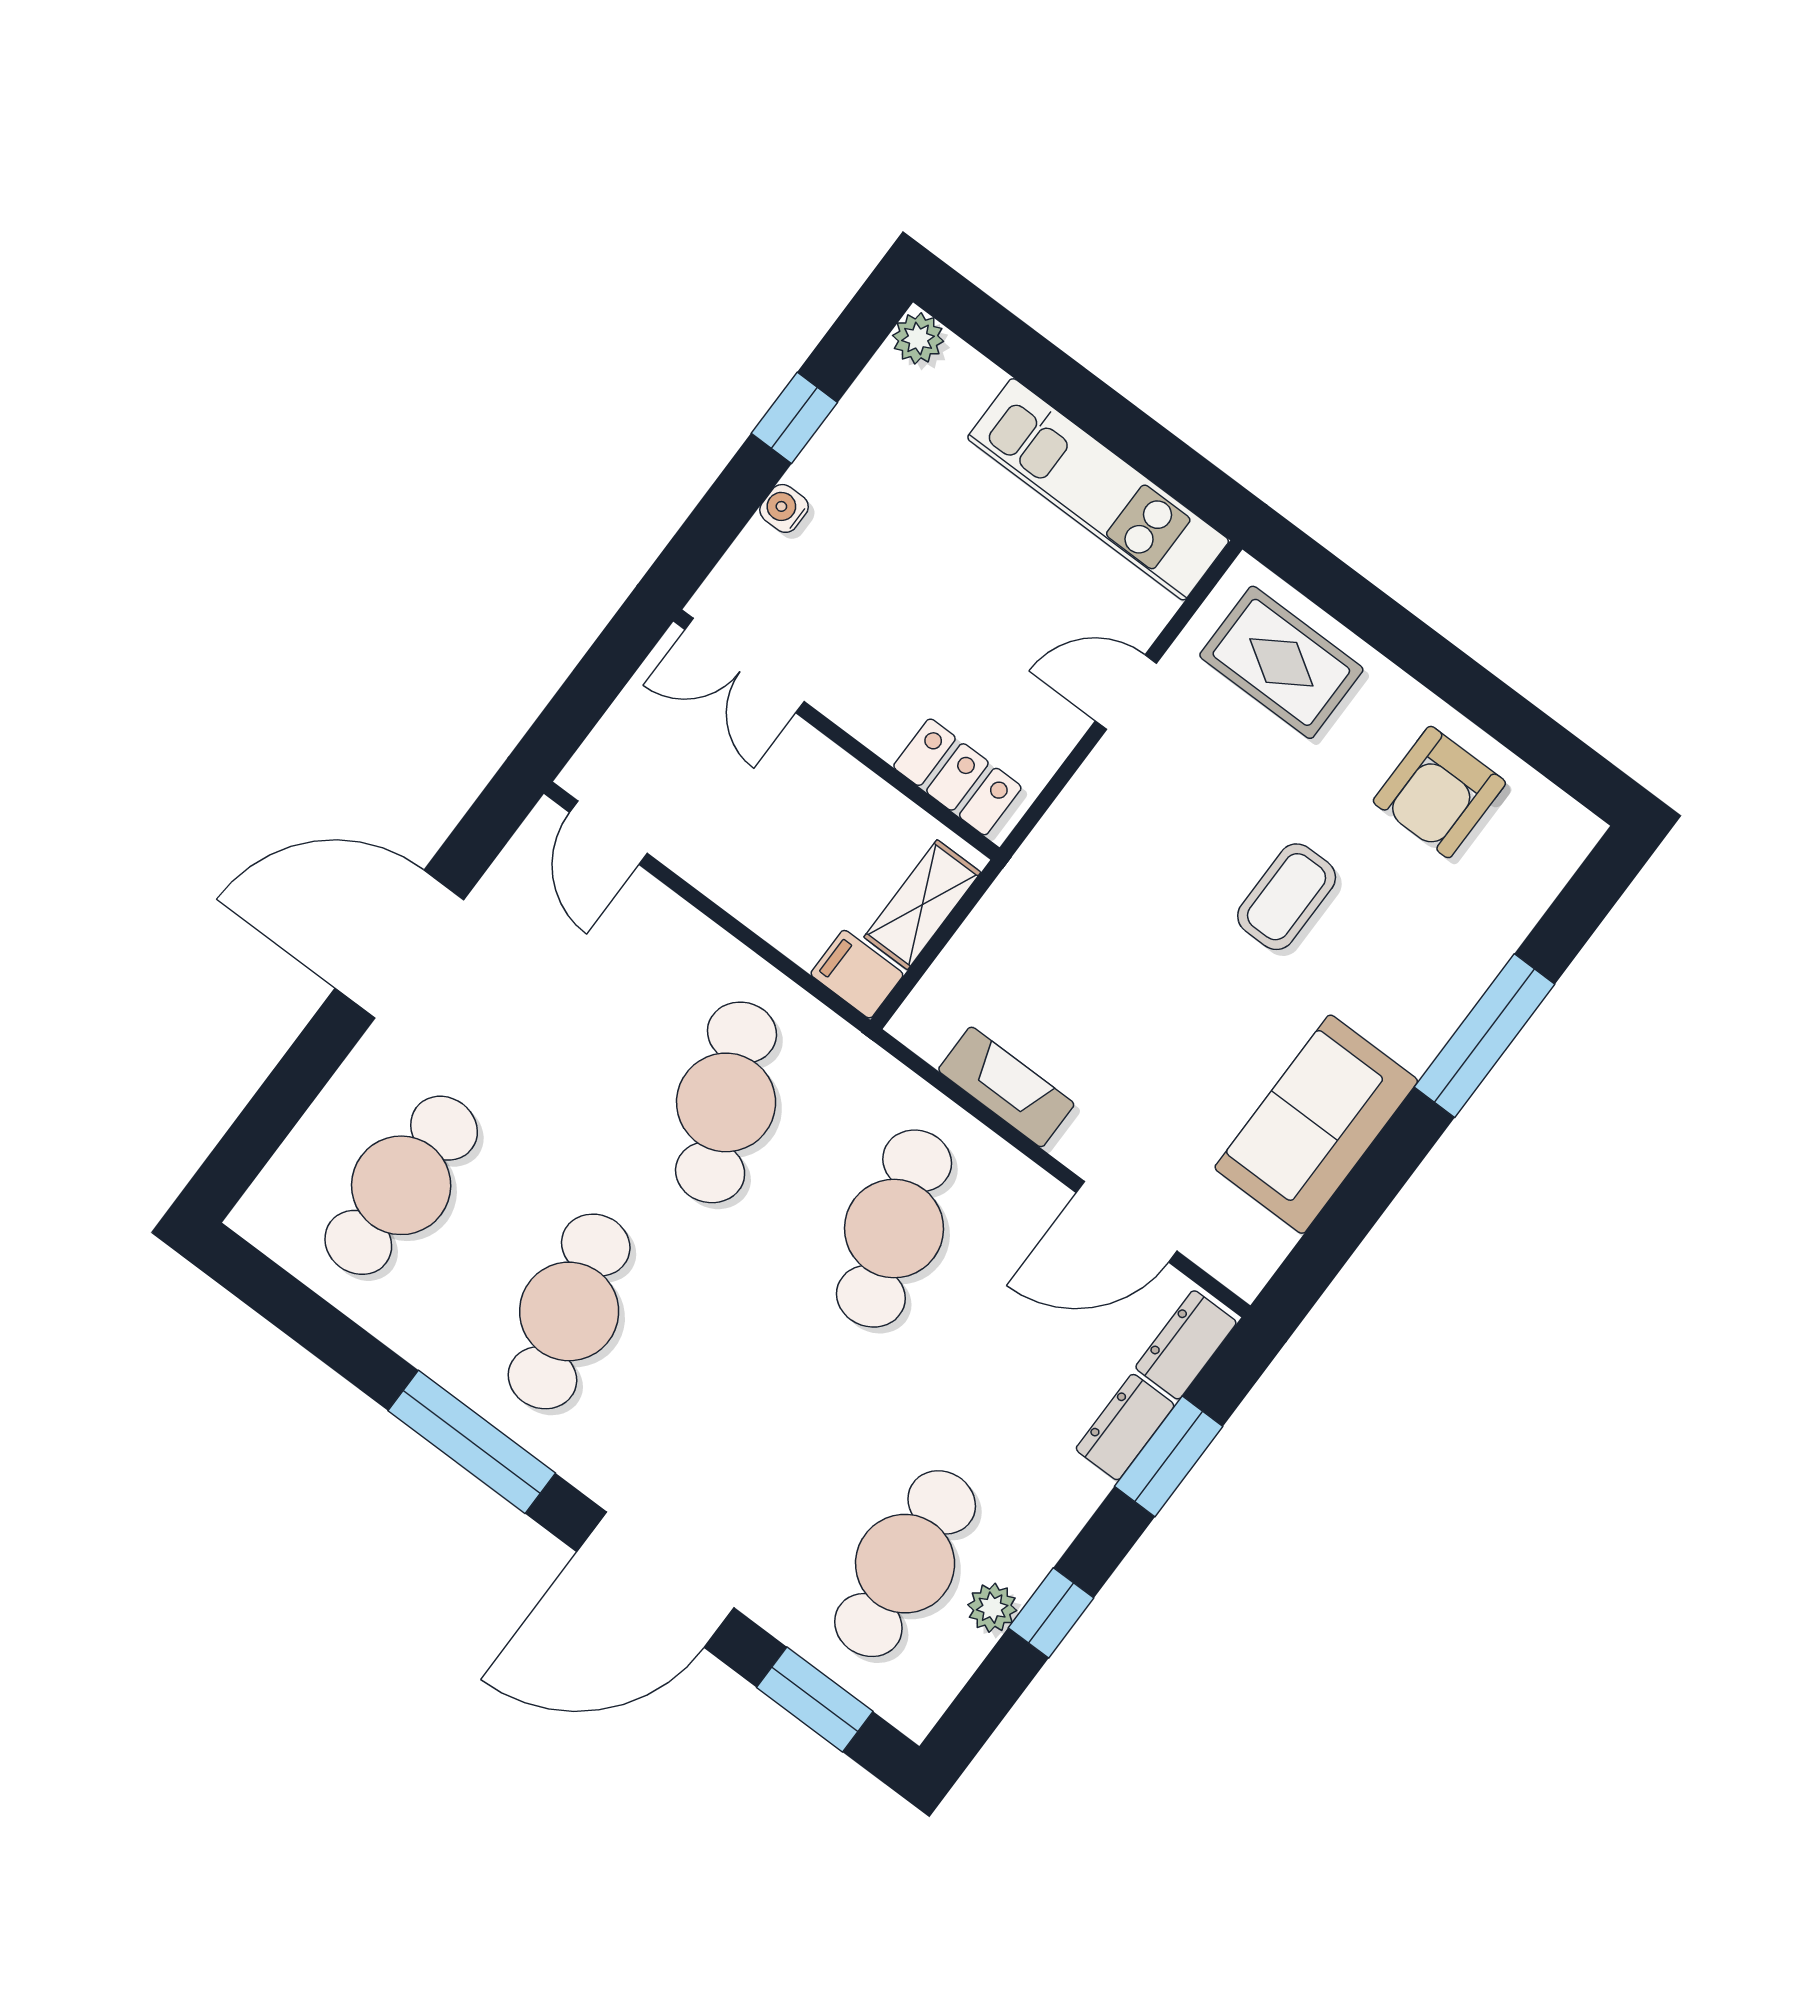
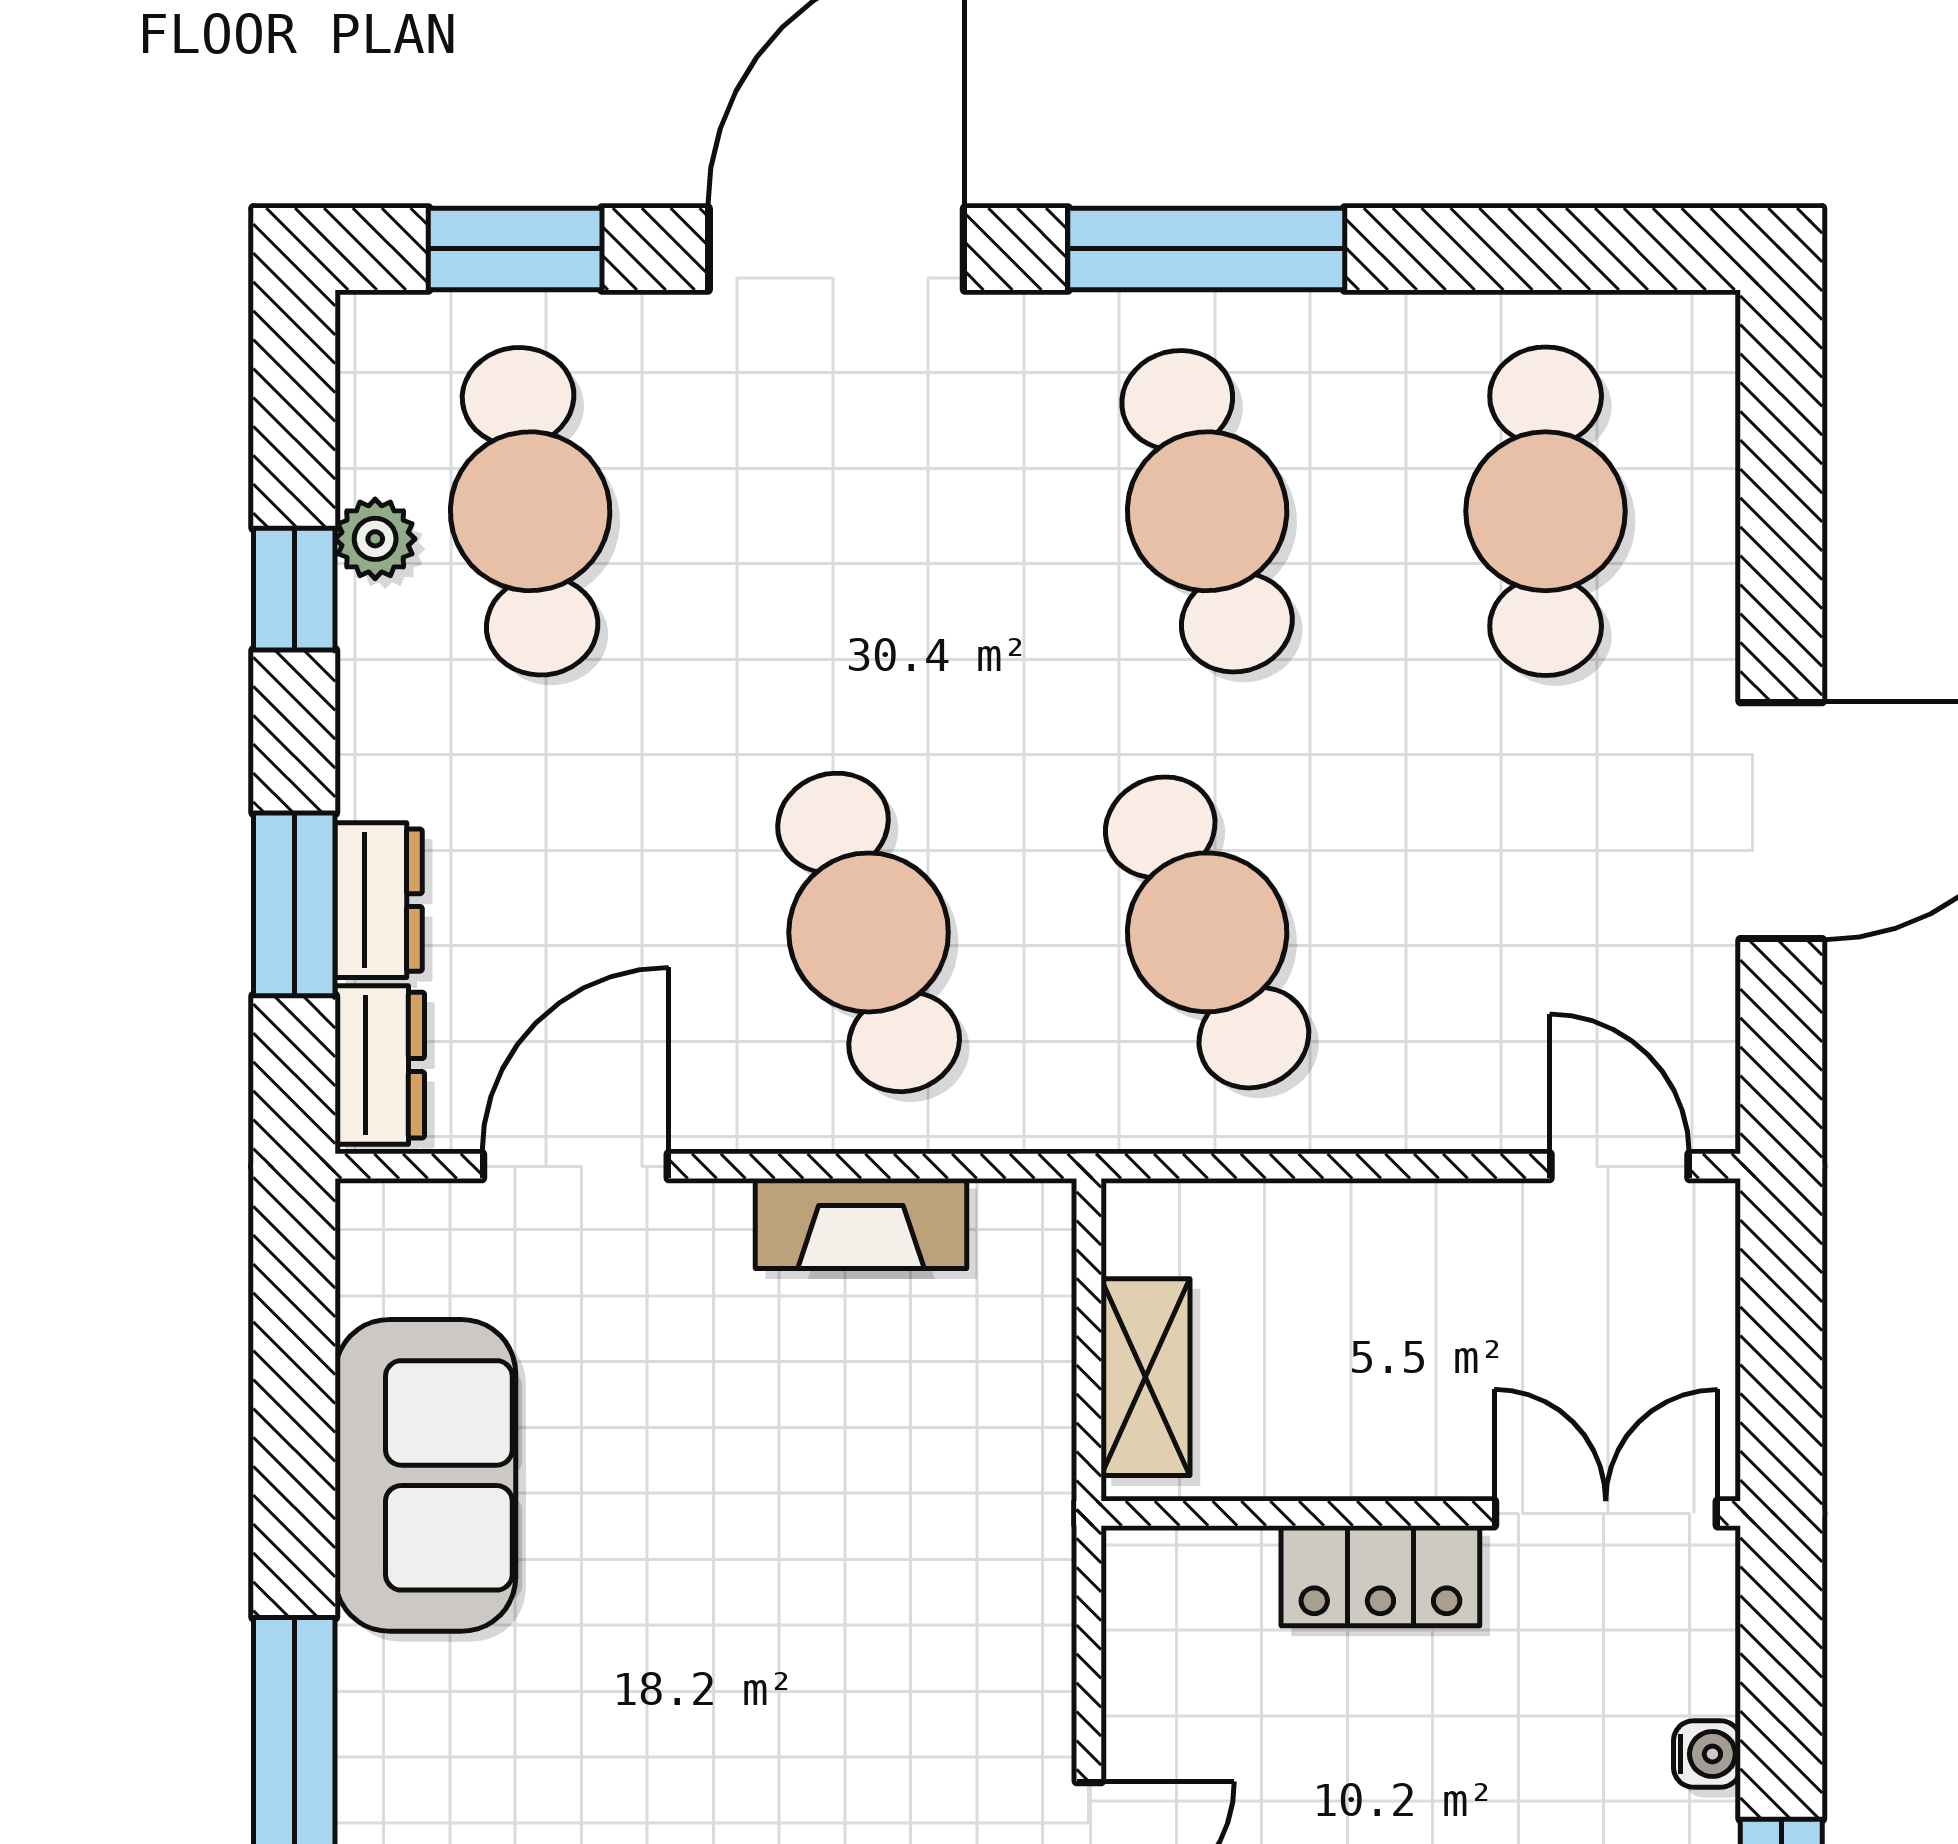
locker: (957, 777) -> (1380, 1576), moved
coffee table: (1287, 897) -> (684, 1740), removed
filing cabinet: (857, 974) -> (1162, 1224), removed

